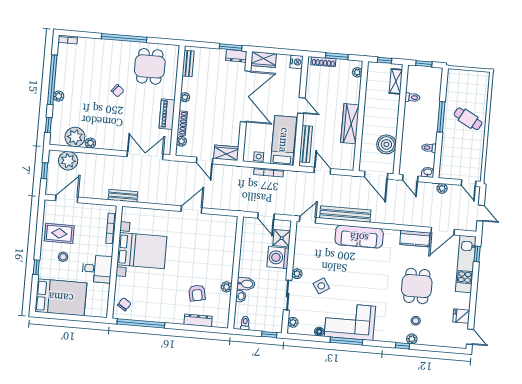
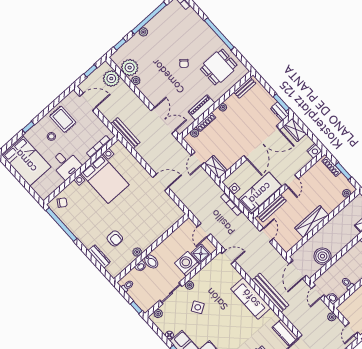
bench: (123, 196) -> (125, 133), width x1.36
bench: (345, 214) -> (270, 293), moved
armchair: (197, 293) -> (115, 238), turned -79

